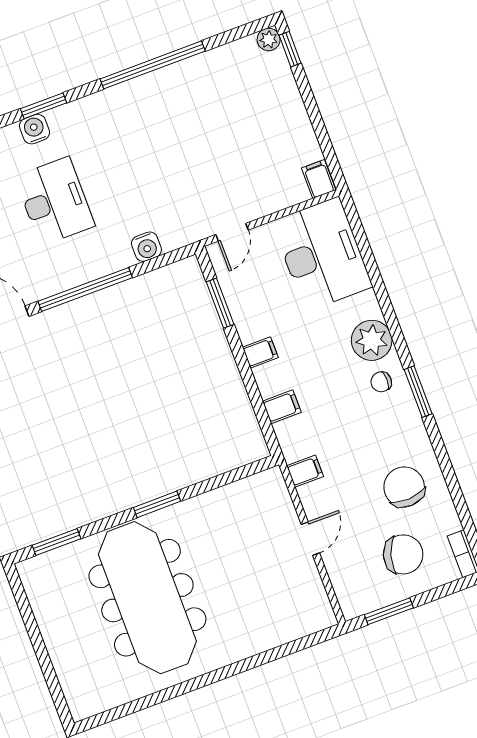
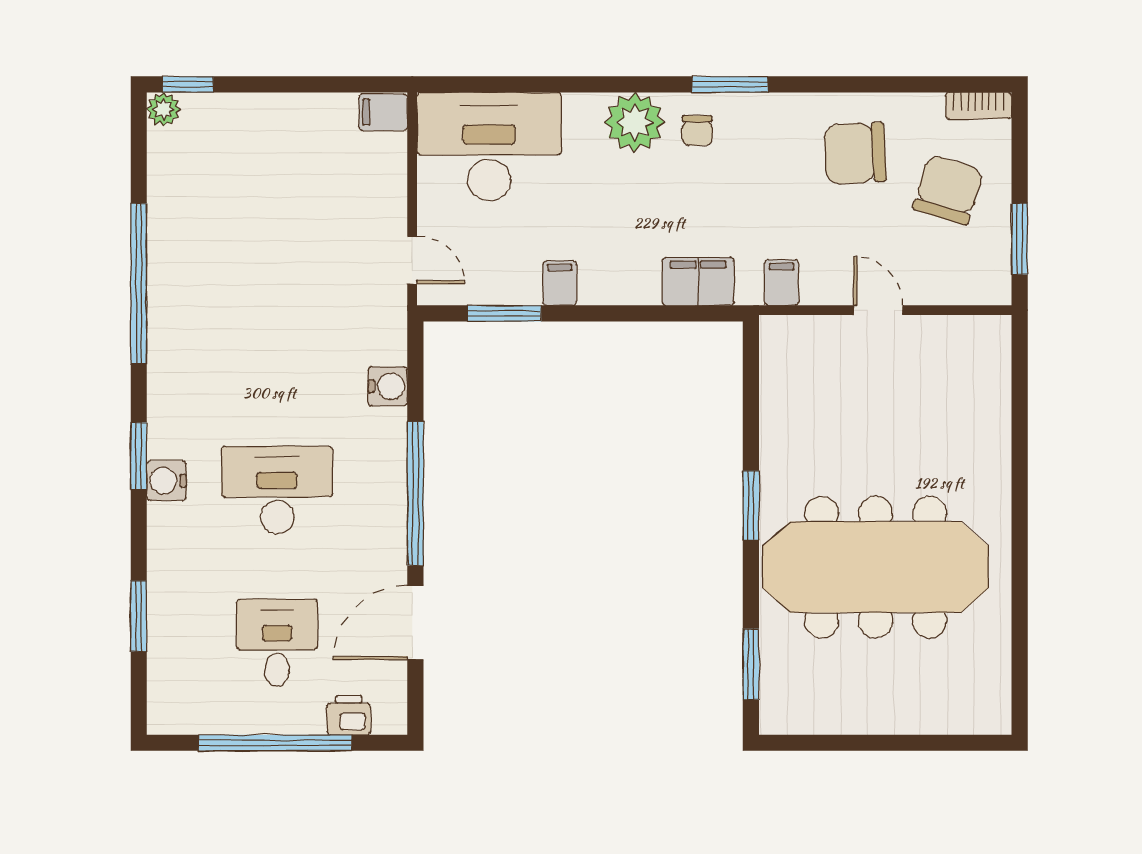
filing cabinet: (260, 352) -> (560, 283), moved
filing cabinet: (282, 407) -> (698, 281), width x2.00

